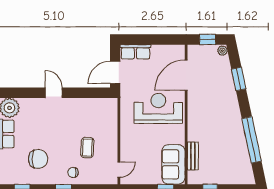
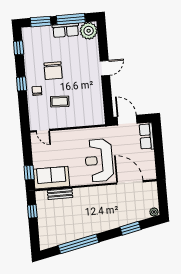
window: (208, 39) -> (163, 198), removed
reception desk: (158, 108) -> (99, 160), turned 180
chair: (38, 159) -> (53, 71), moved

